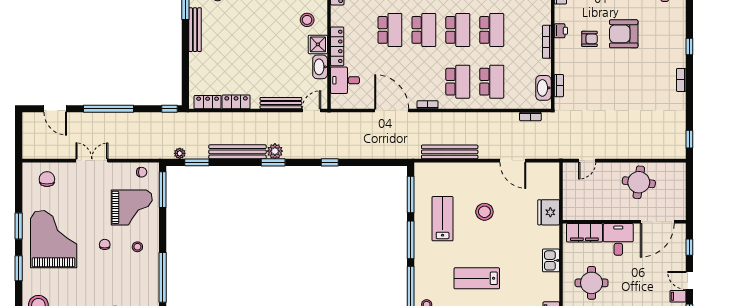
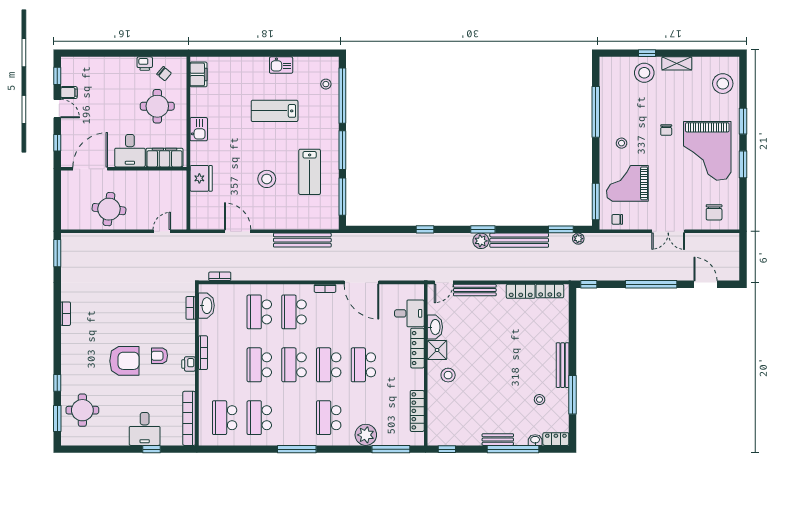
window: (689, 47) -> (57, 383), moved
window: (689, 139) -> (57, 253), width x1.50
chair: (105, 244) -> (666, 130), moved
lab bench: (477, 278) -> (275, 111), turned 180

